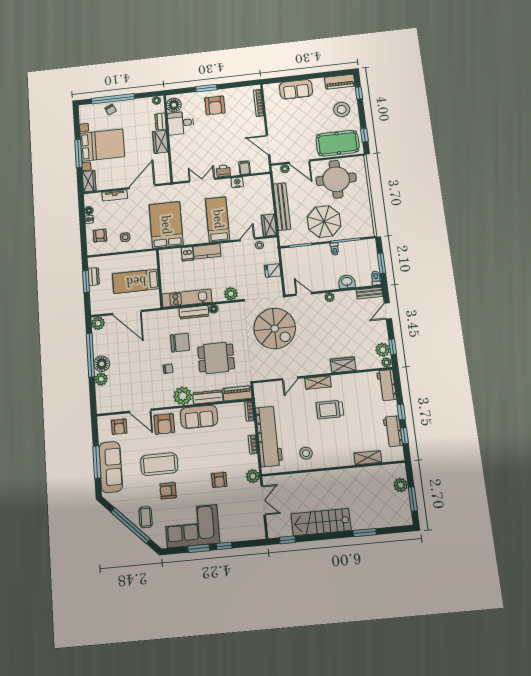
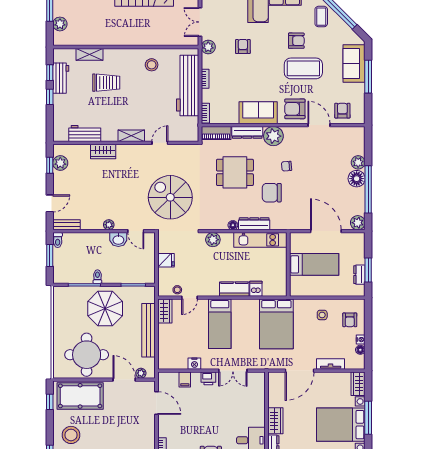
washbasin: (347, 282) -> (118, 240), moved
plant: (387, 362) -> (58, 149), removed
workbench: (387, 385) -> (85, 134), moved, turned -90
trolley: (330, 410) -> (106, 83), moved
armchair: (164, 424) -> (295, 109), turned -90
sofa: (111, 467) -> (354, 63), width x0.73

